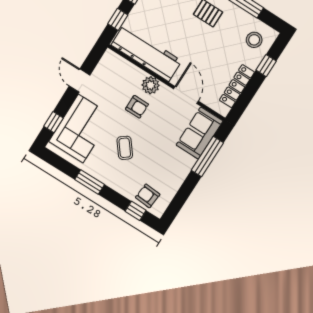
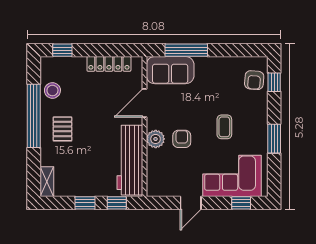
stool: (254, 40) -> (52, 91), moved
window: (266, 66) -> (62, 50), moved
coffee table: (125, 148) -> (224, 127), turned -52

